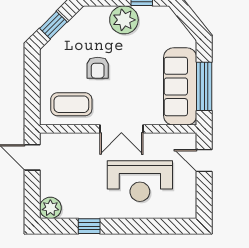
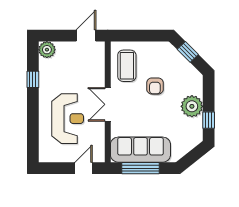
armchair: (98, 68) -> (155, 86), turned -90
reception desk: (140, 181) -> (68, 119), turned 180

